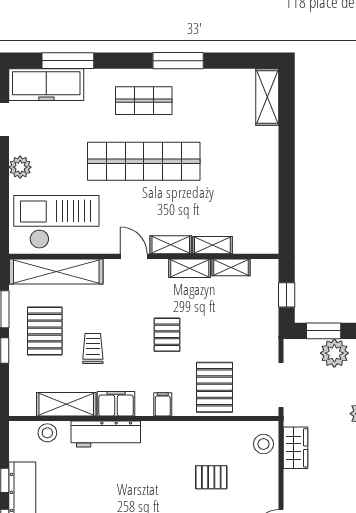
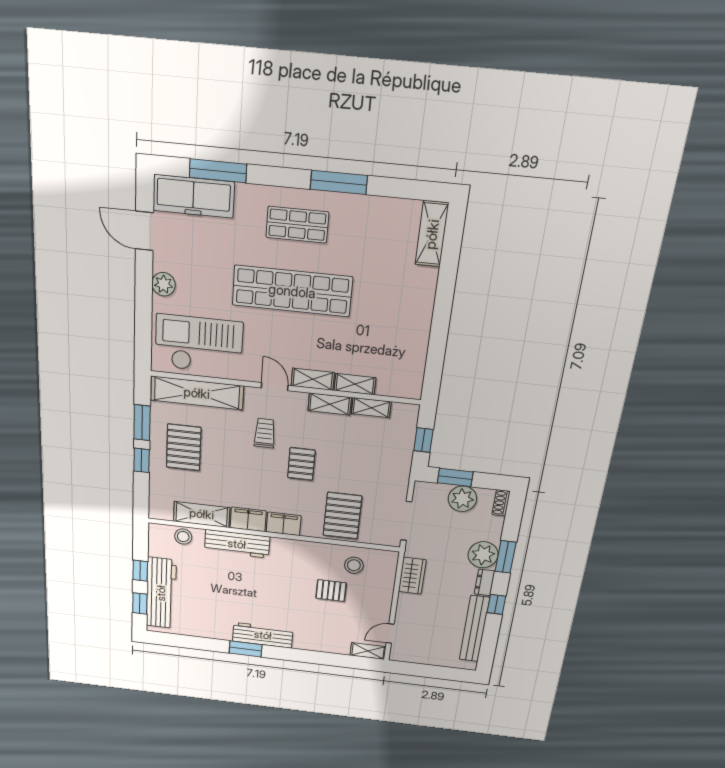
trolley: (93, 349) -> (265, 433), moved
filing cabinet: (163, 404) -> (284, 524), width x2.00
stool: (263, 444) -> (354, 565), moved

